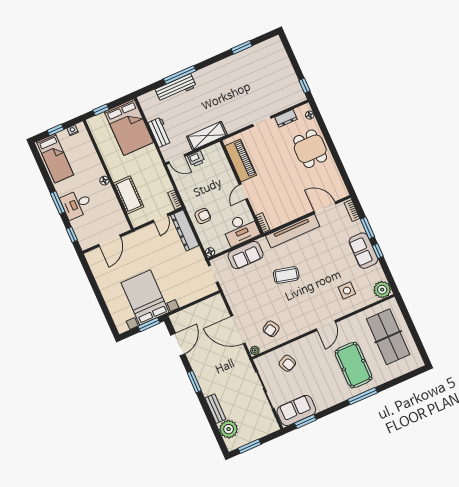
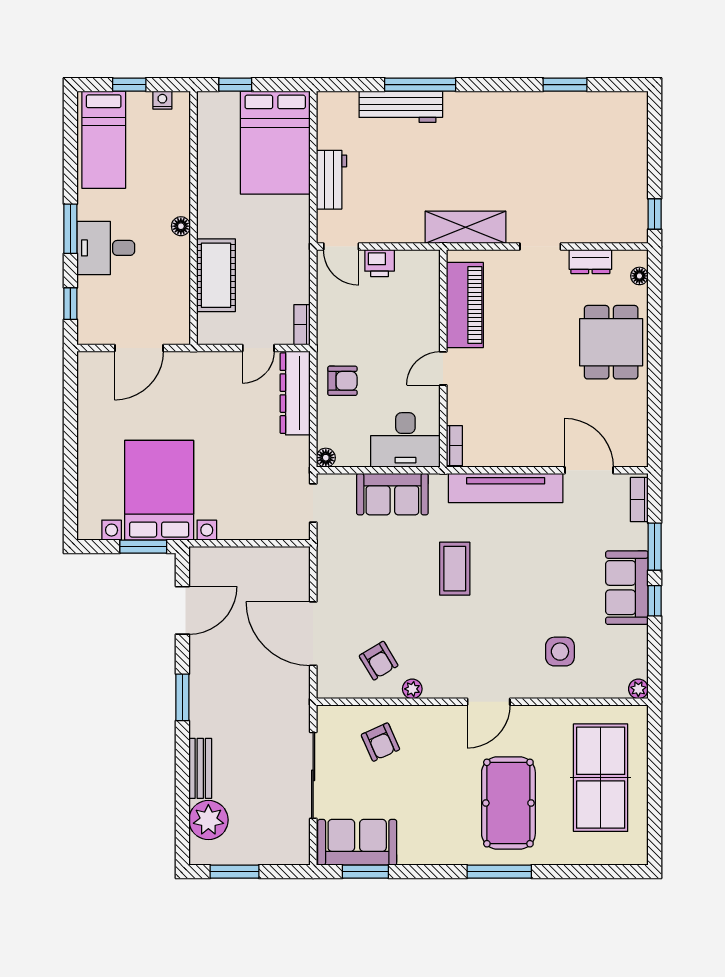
shelving: (207, 136) -> (466, 227), moved
coffee table: (286, 275) -> (455, 569), turned 76
plant: (382, 290) -> (638, 689), width x0.53, depth x0.53
armchair: (271, 329) -> (379, 661), turned -89
plant: (255, 350) -> (412, 689), moved

